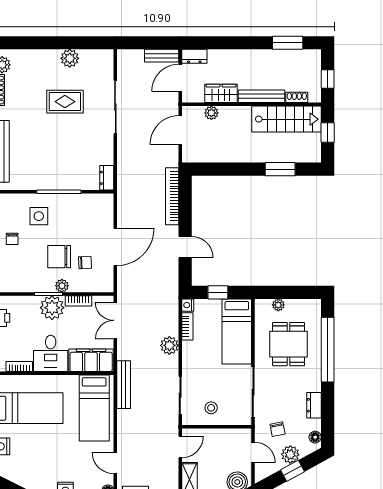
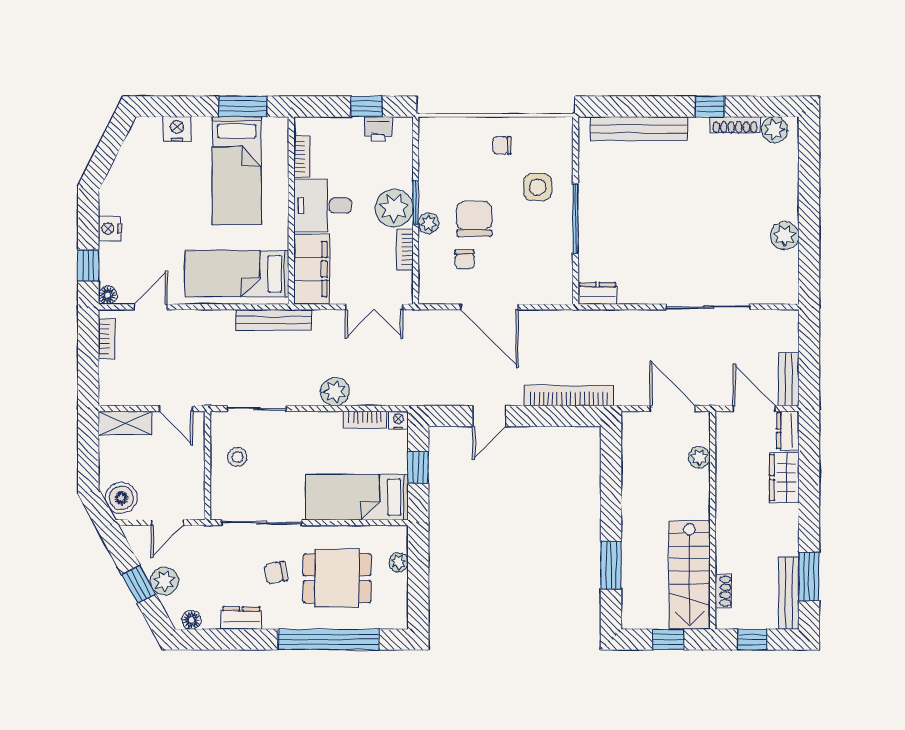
wardrobe: (221, 93) -> (784, 477), moved, turned 180
bench: (262, 96) -> (789, 593), moved
rug: (65, 102) -> (717, 228), removed
double door: (115, 320) -> (374, 307), swing flipped
chair: (278, 429) -> (276, 573), moved

